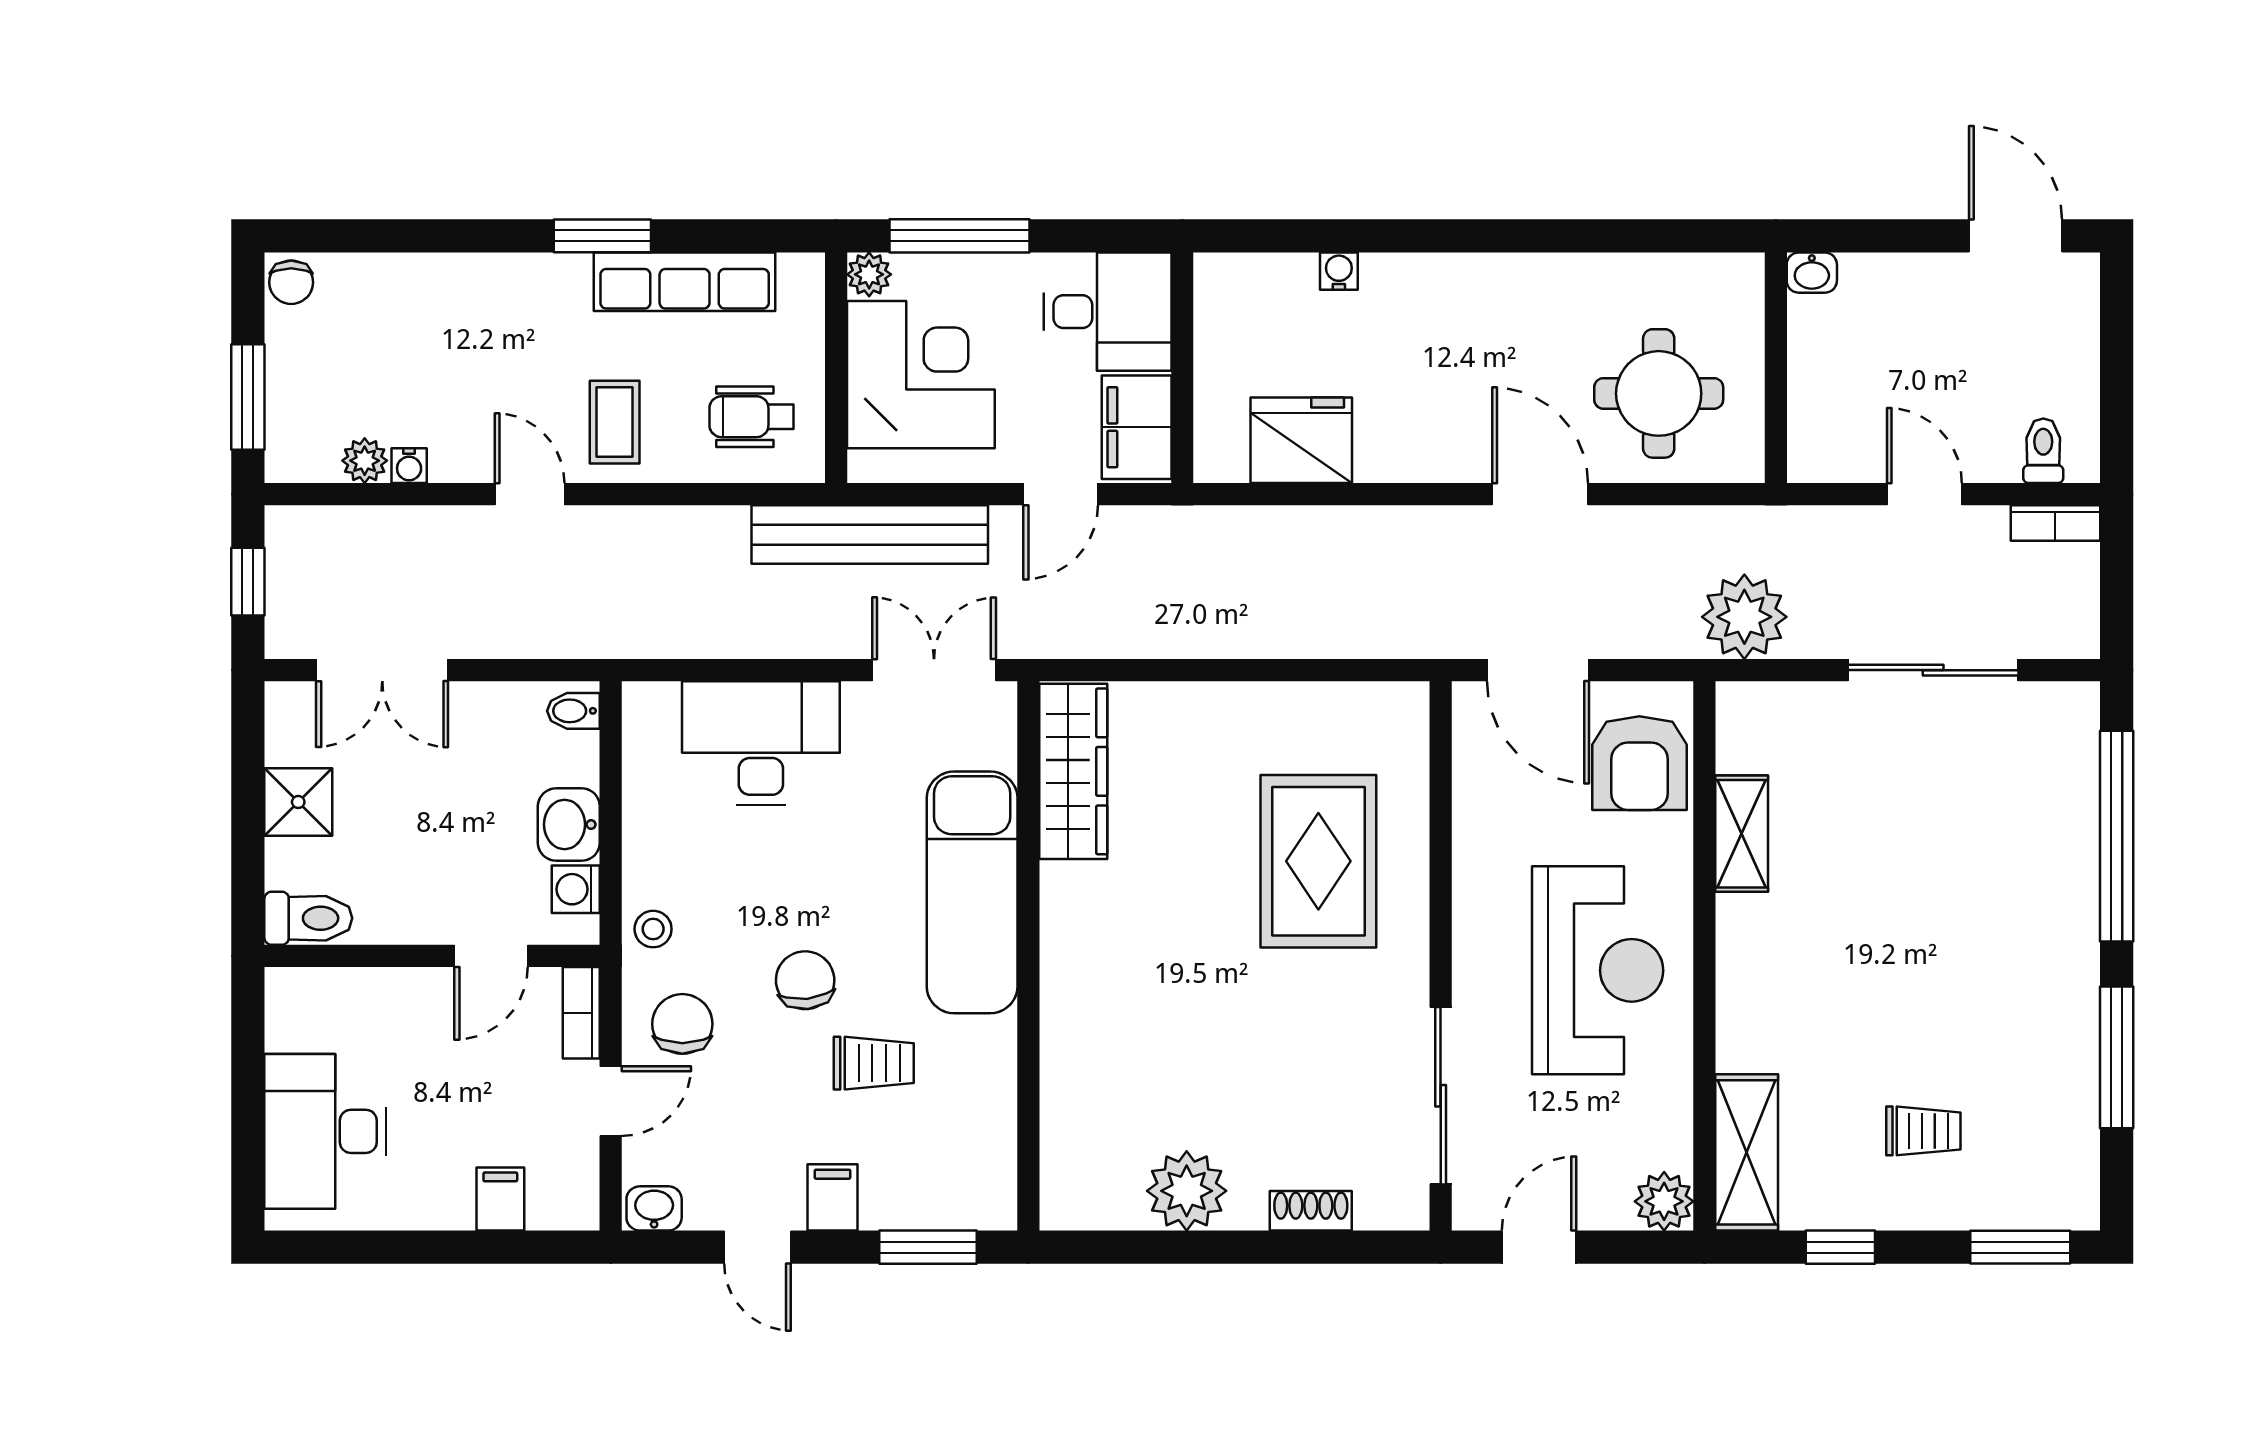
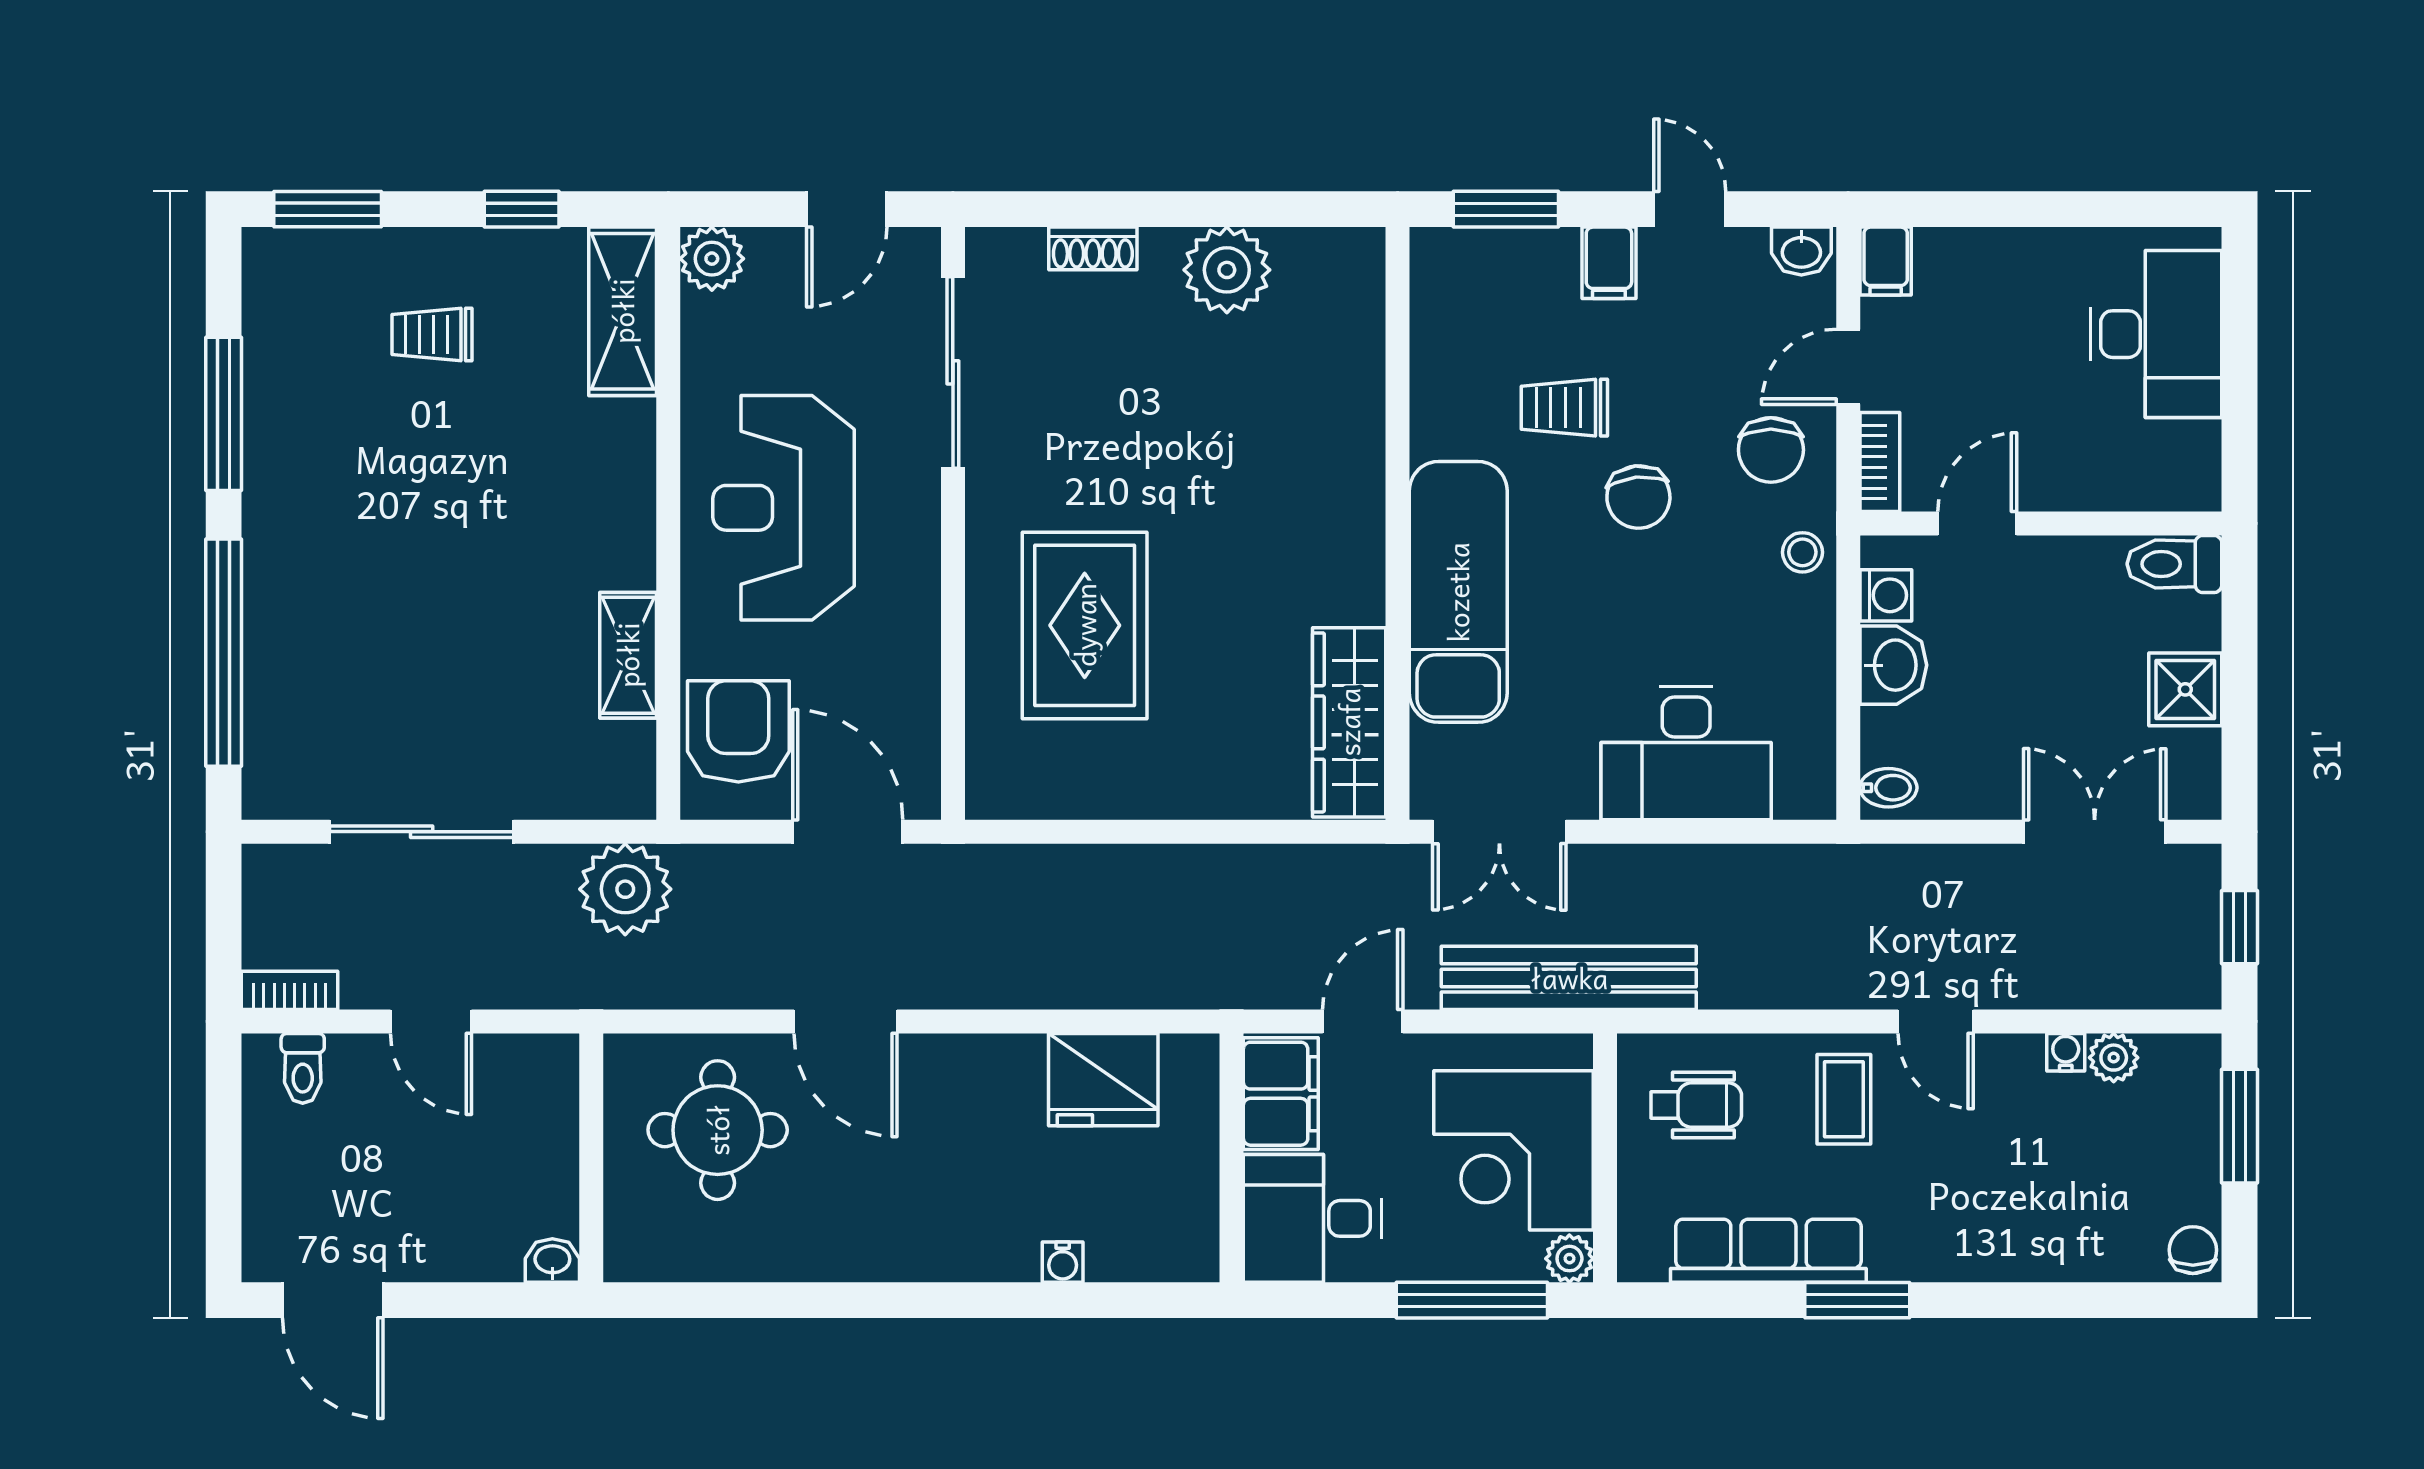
filing cabinet: (500, 1199) -> (1886, 261), moved

